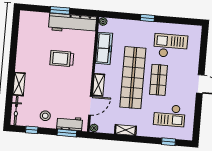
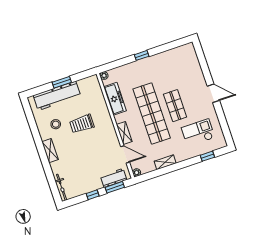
workbench: (73, 23) -> (57, 96), moved
checkout: (171, 46) -> (173, 71), removed
shelving: (19, 84) -> (50, 151), moved
door: (90, 106) -> (125, 154), hinge flipped
checkout: (169, 115) -> (198, 133), turned 180
stool: (45, 116) -> (56, 124), moved
window: (32, 130) -> (93, 195), moved

